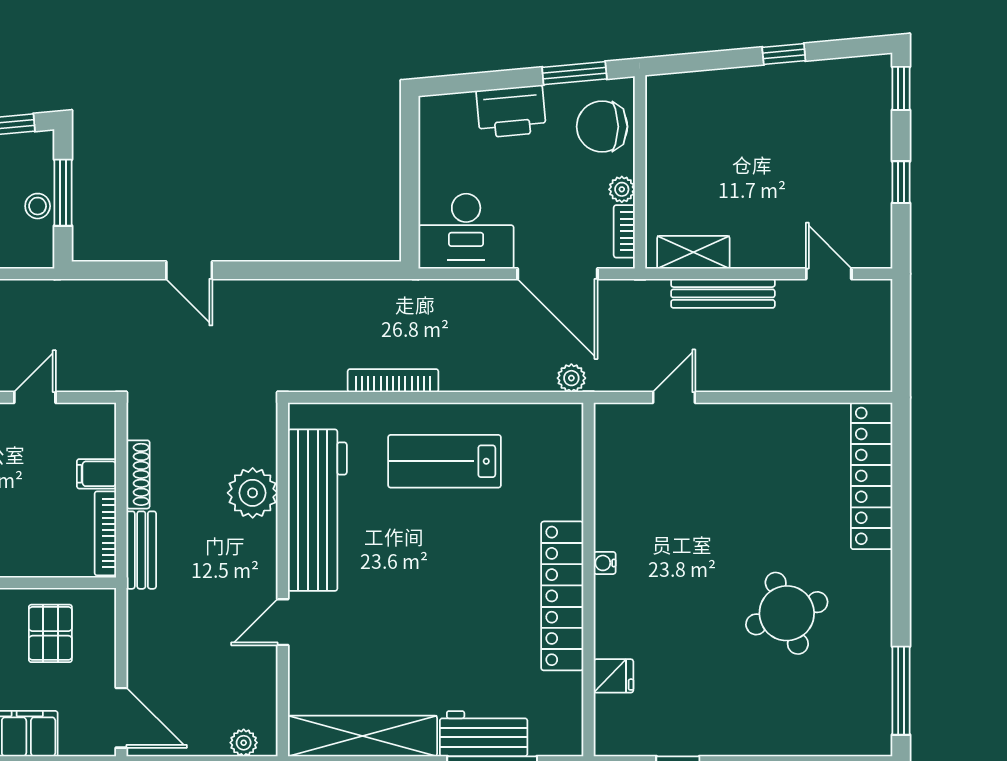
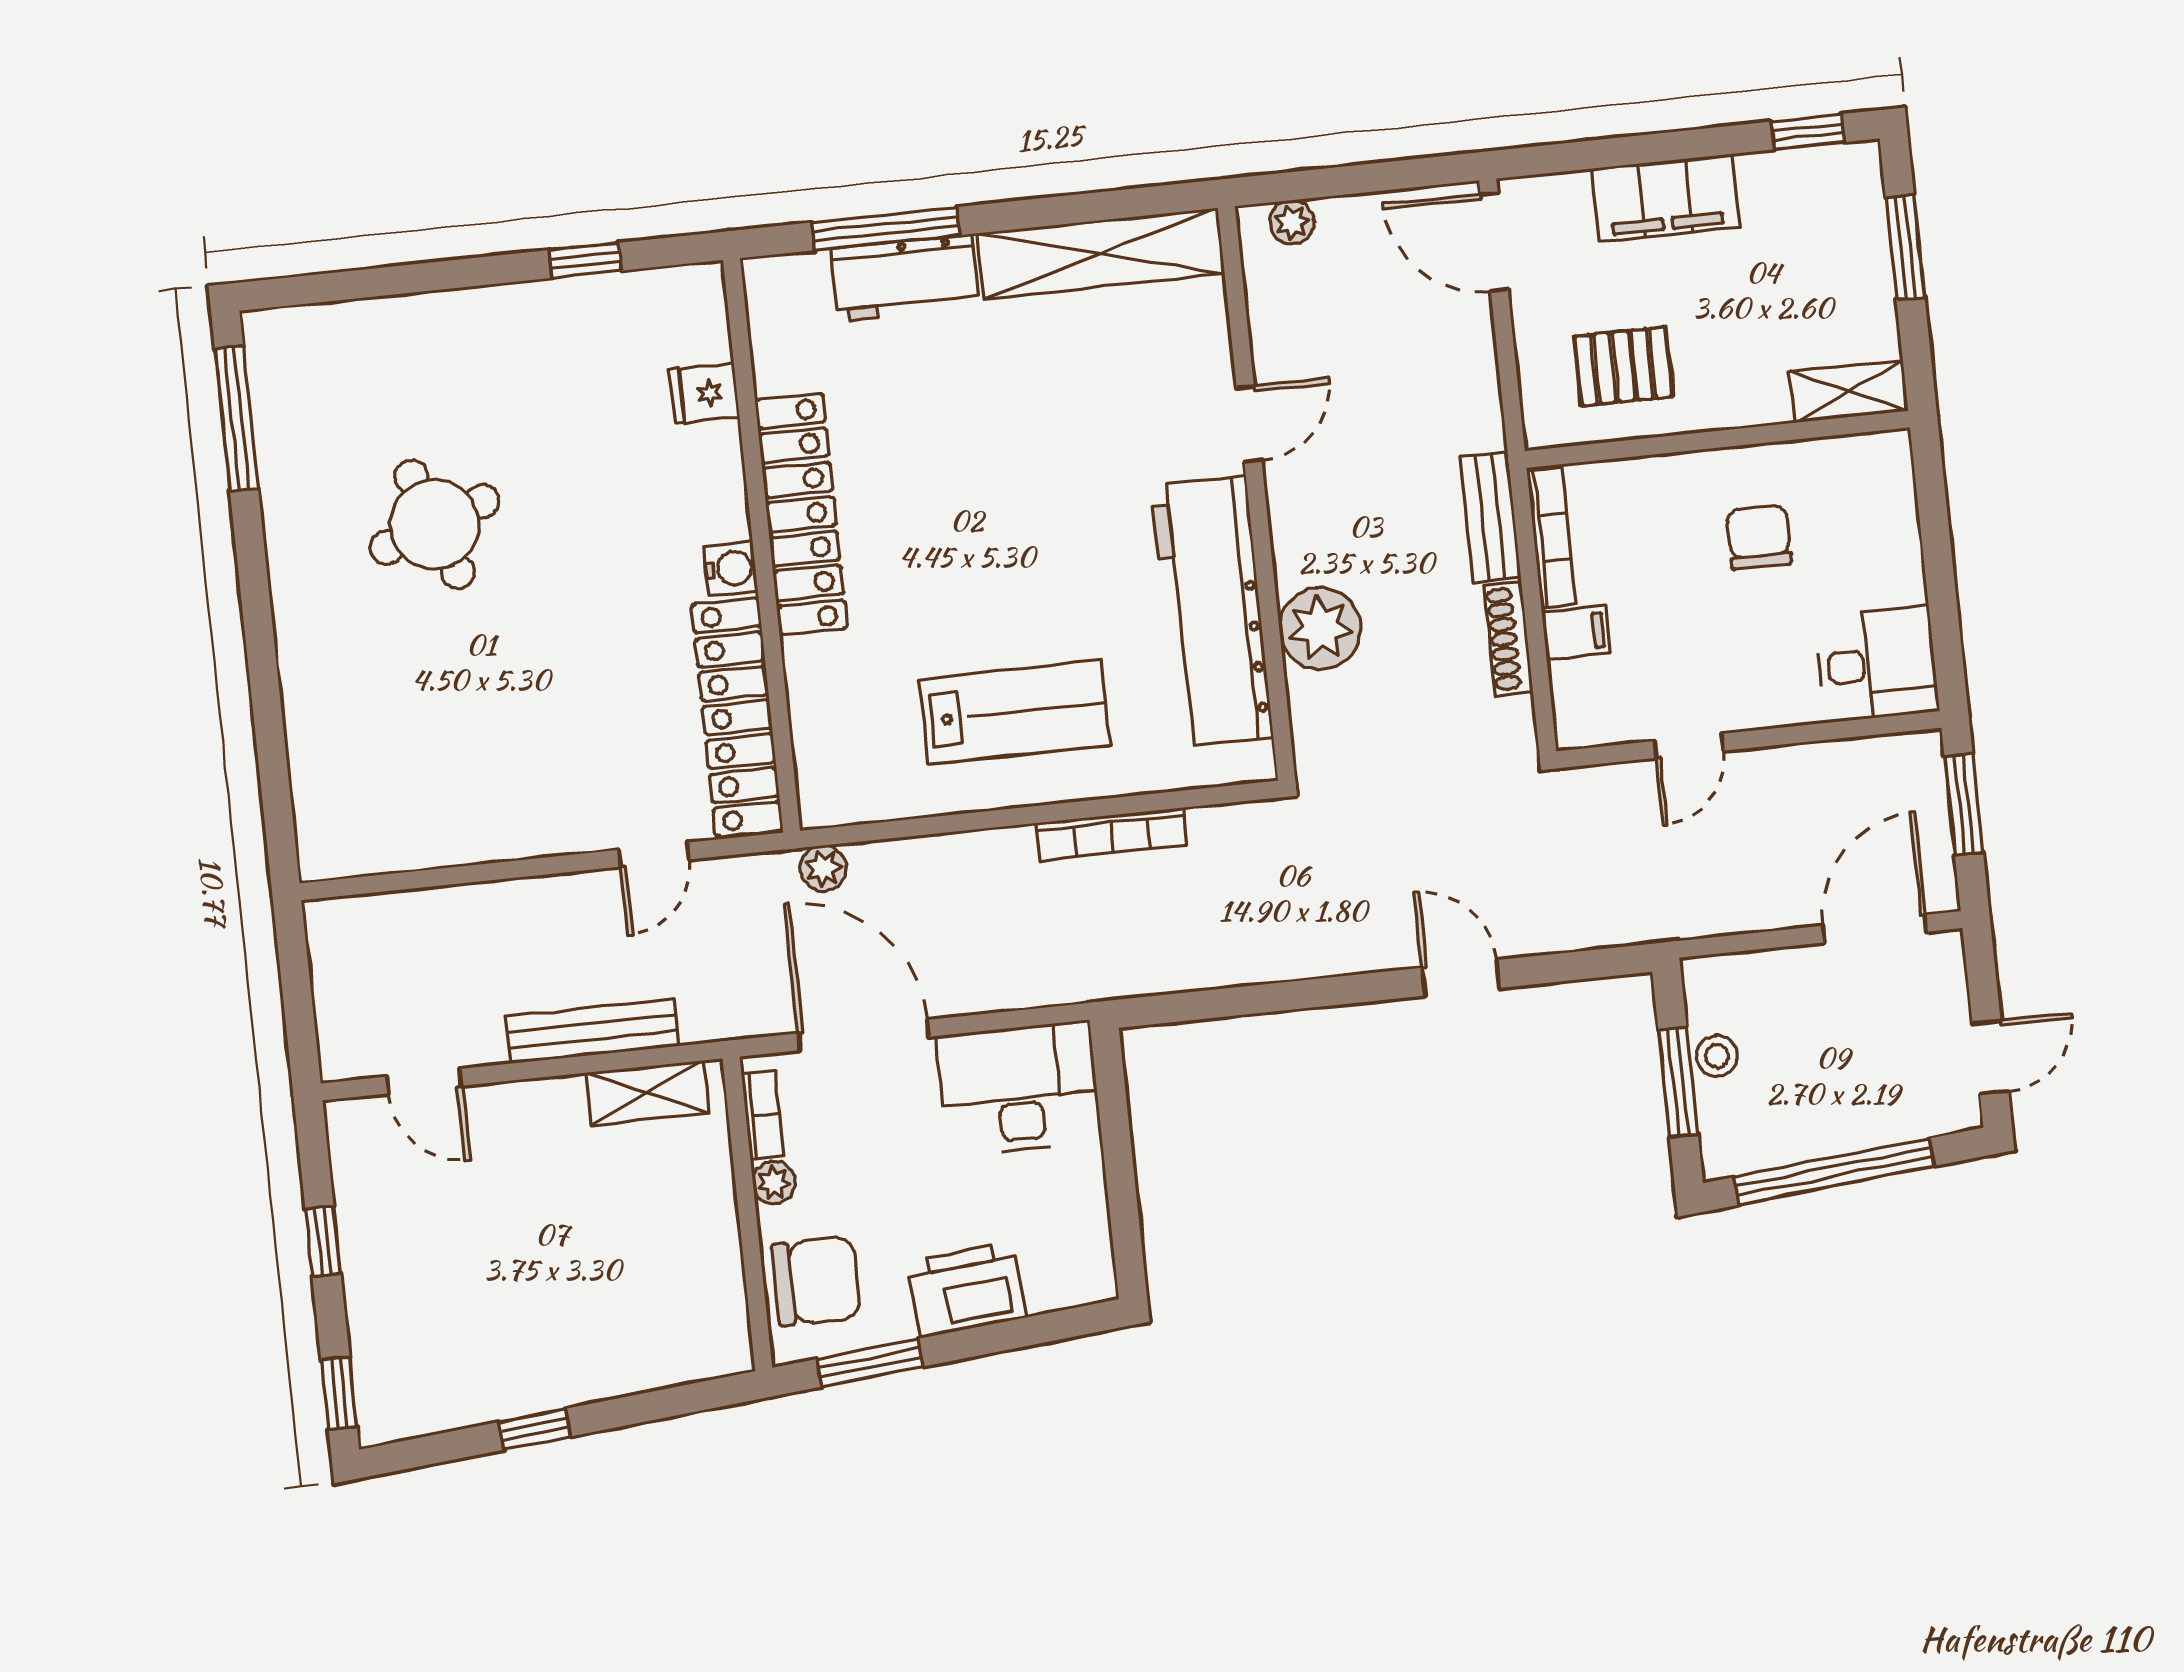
locker: (872, 476) -> (737, 717), moved, turned 180
water cooler: (605, 563) -> (731, 569), width x1.38, depth x1.38
pallet: (50, 633) -> (1623, 366), turned 90

